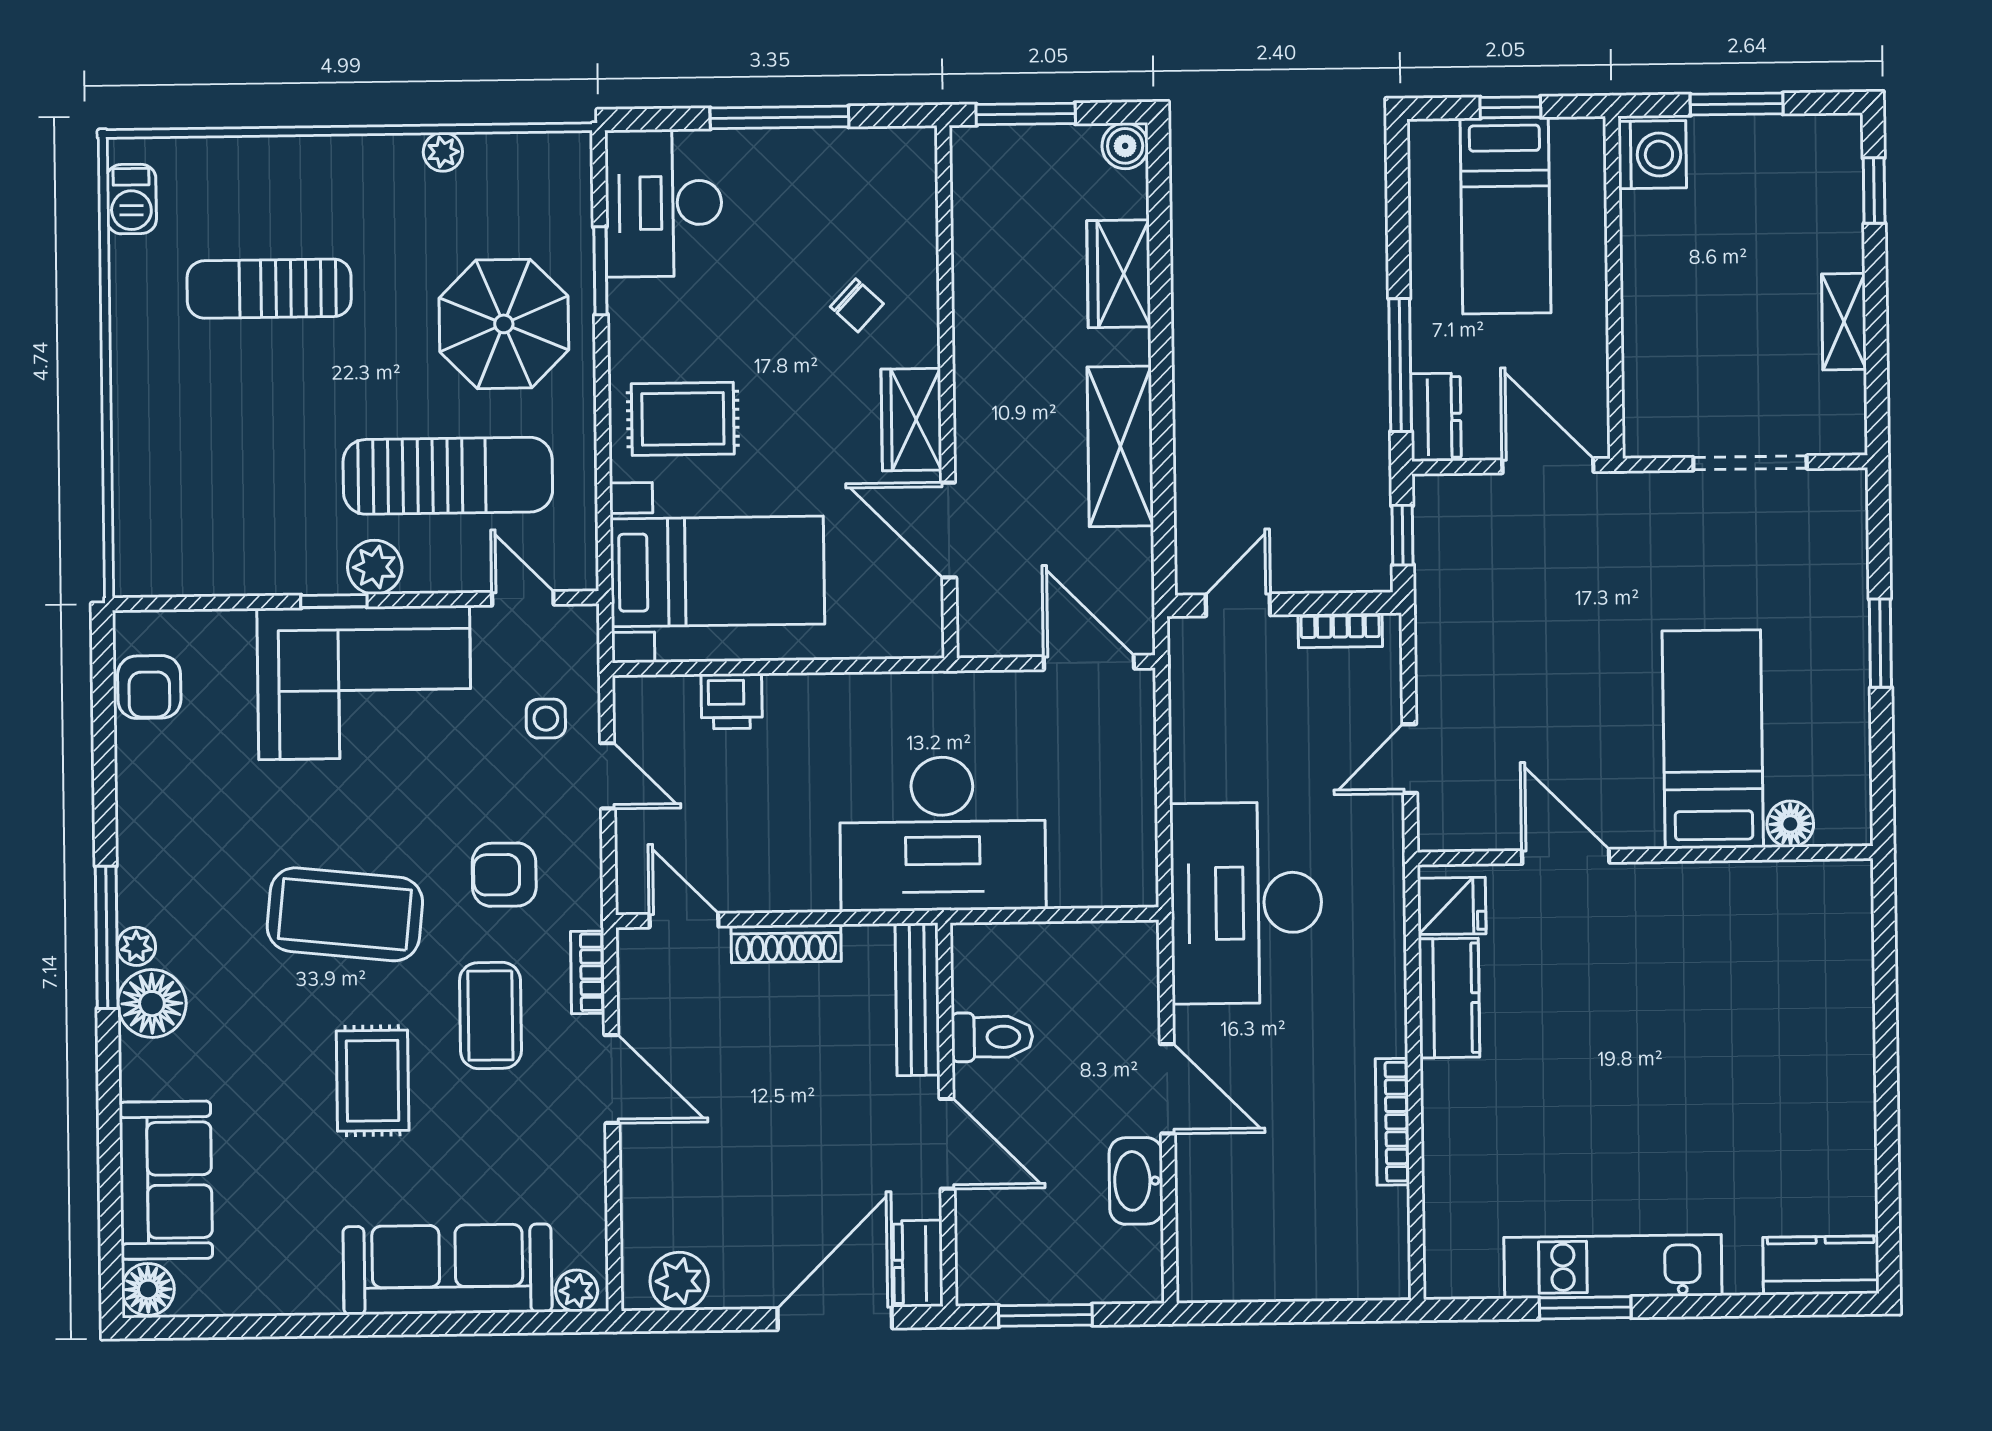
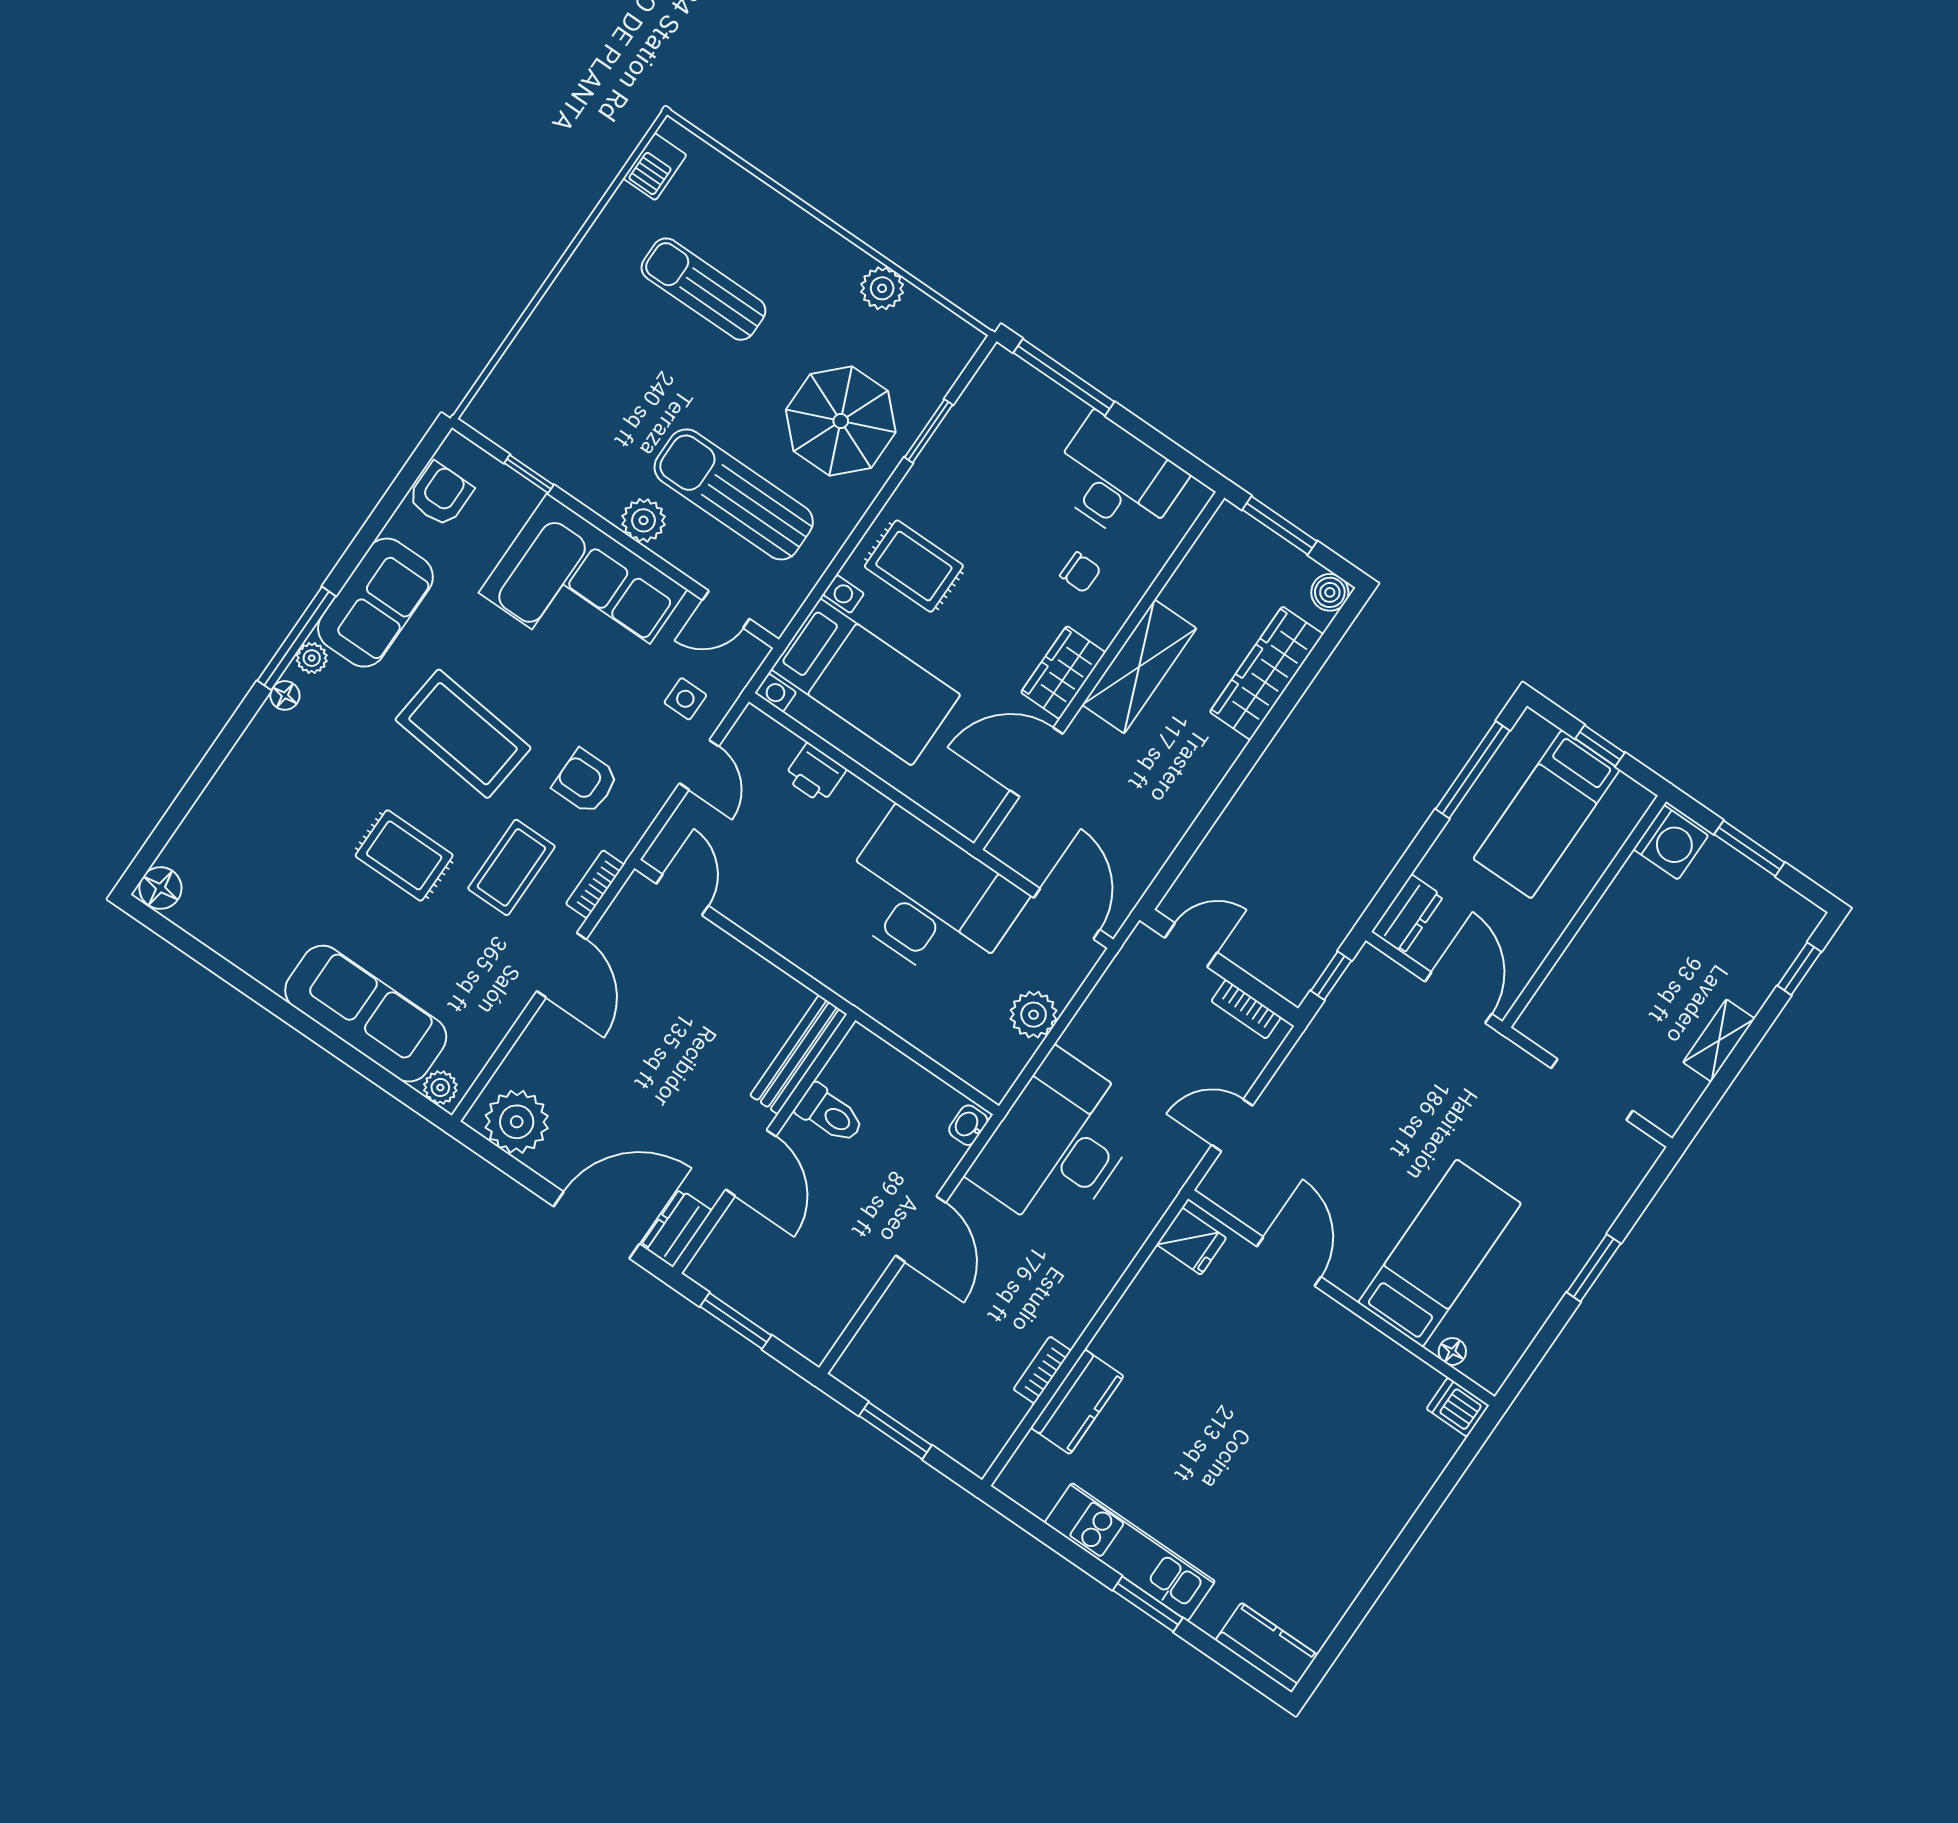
window: (779, 117) -> (1064, 377), moved
plant: (443, 152) -> (882, 288), width x1.38, depth x1.38
desk: (663, 203) -> (1116, 480), moved, turned 90
wardrobe: (1119, 274) -> (1266, 673), width x1.50
chair: (857, 305) -> (1080, 572), turned -42
window: (1400, 365) -> (1473, 770), moved
shelving: (1120, 446) -> (1139, 666), moved
sun lounger: (448, 476) -> (734, 494), turned 180
door: (949, 530) -> (1036, 762), hinge flipped
door: (523, 598) -> (726, 609), swing flipped
window: (334, 601) -> (529, 474), moved
armchair: (149, 687) -> (440, 494), turned 180
plant: (1128, 789) -> (1034, 1015), added
floor lamp: (1790, 824) -> (1452, 1351), width x0.73, depth x0.73
desk: (943, 834) -> (929, 900), moved, turned 180
dishwasher: (1842, 883) -> (1458, 1407), added
shoe rack: (786, 944) -> (738, 957), removed
kitchen counter: (1449, 998) -> (1077, 1402), moved
floor lamp: (152, 1004) -> (285, 695), width x0.53, depth x0.53
rug: (373, 1081) -> (404, 855), turned 90
bookcase: (1392, 1122) -> (1042, 1370), width x0.64
sofa: (166, 1180) -> (375, 603), moved
washbasin: (1136, 1181) -> (968, 1125), moved, width x0.52, depth x0.69
plant: (679, 1281) -> (517, 1122), width x1.36, depth x1.36
window: (1585, 1308) -> (1148, 1604), moved
window: (1287, 1312) -> (895, 1431), added

